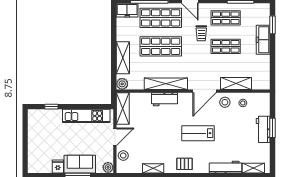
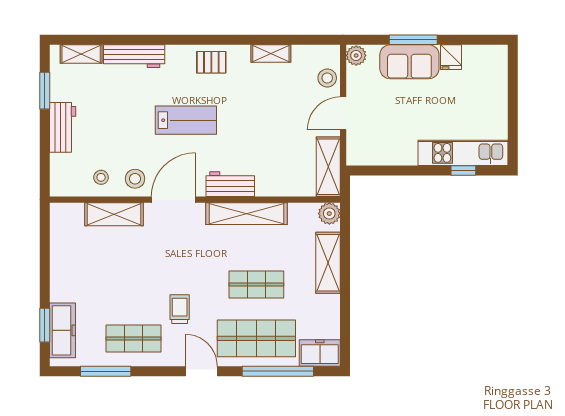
freezer: (263, 40) -> (63, 330), moved
shop shelf: (161, 46) -> (256, 284), width x0.70, depth x0.74
shop shelf: (226, 46) -> (134, 284), removed
workbench: (164, 99) -> (230, 184), moved
kitchen unit: (86, 116) -> (463, 153), moved
window: (273, 128) -> (45, 91), moved

